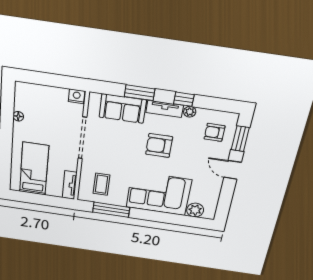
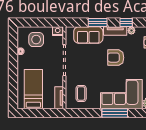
side table: (43, 103) -> (36, 40), added
window: (111, 210) -> (115, 113), moved

